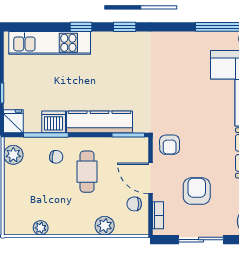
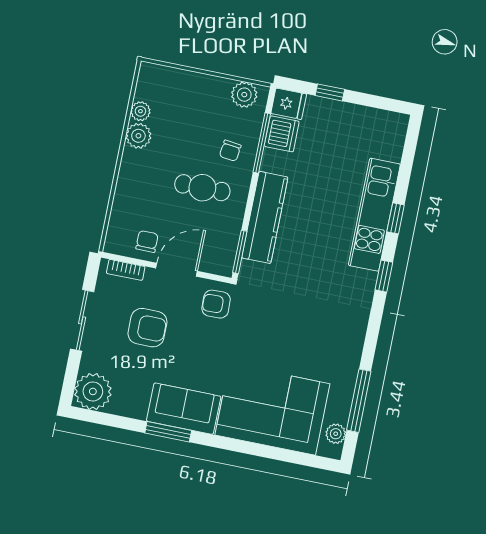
kitchen unit: (50, 43) -> (374, 215), moved
dishwasher: (54, 122) -> (282, 134), moved
plant: (105, 226) -> (138, 136), moved

